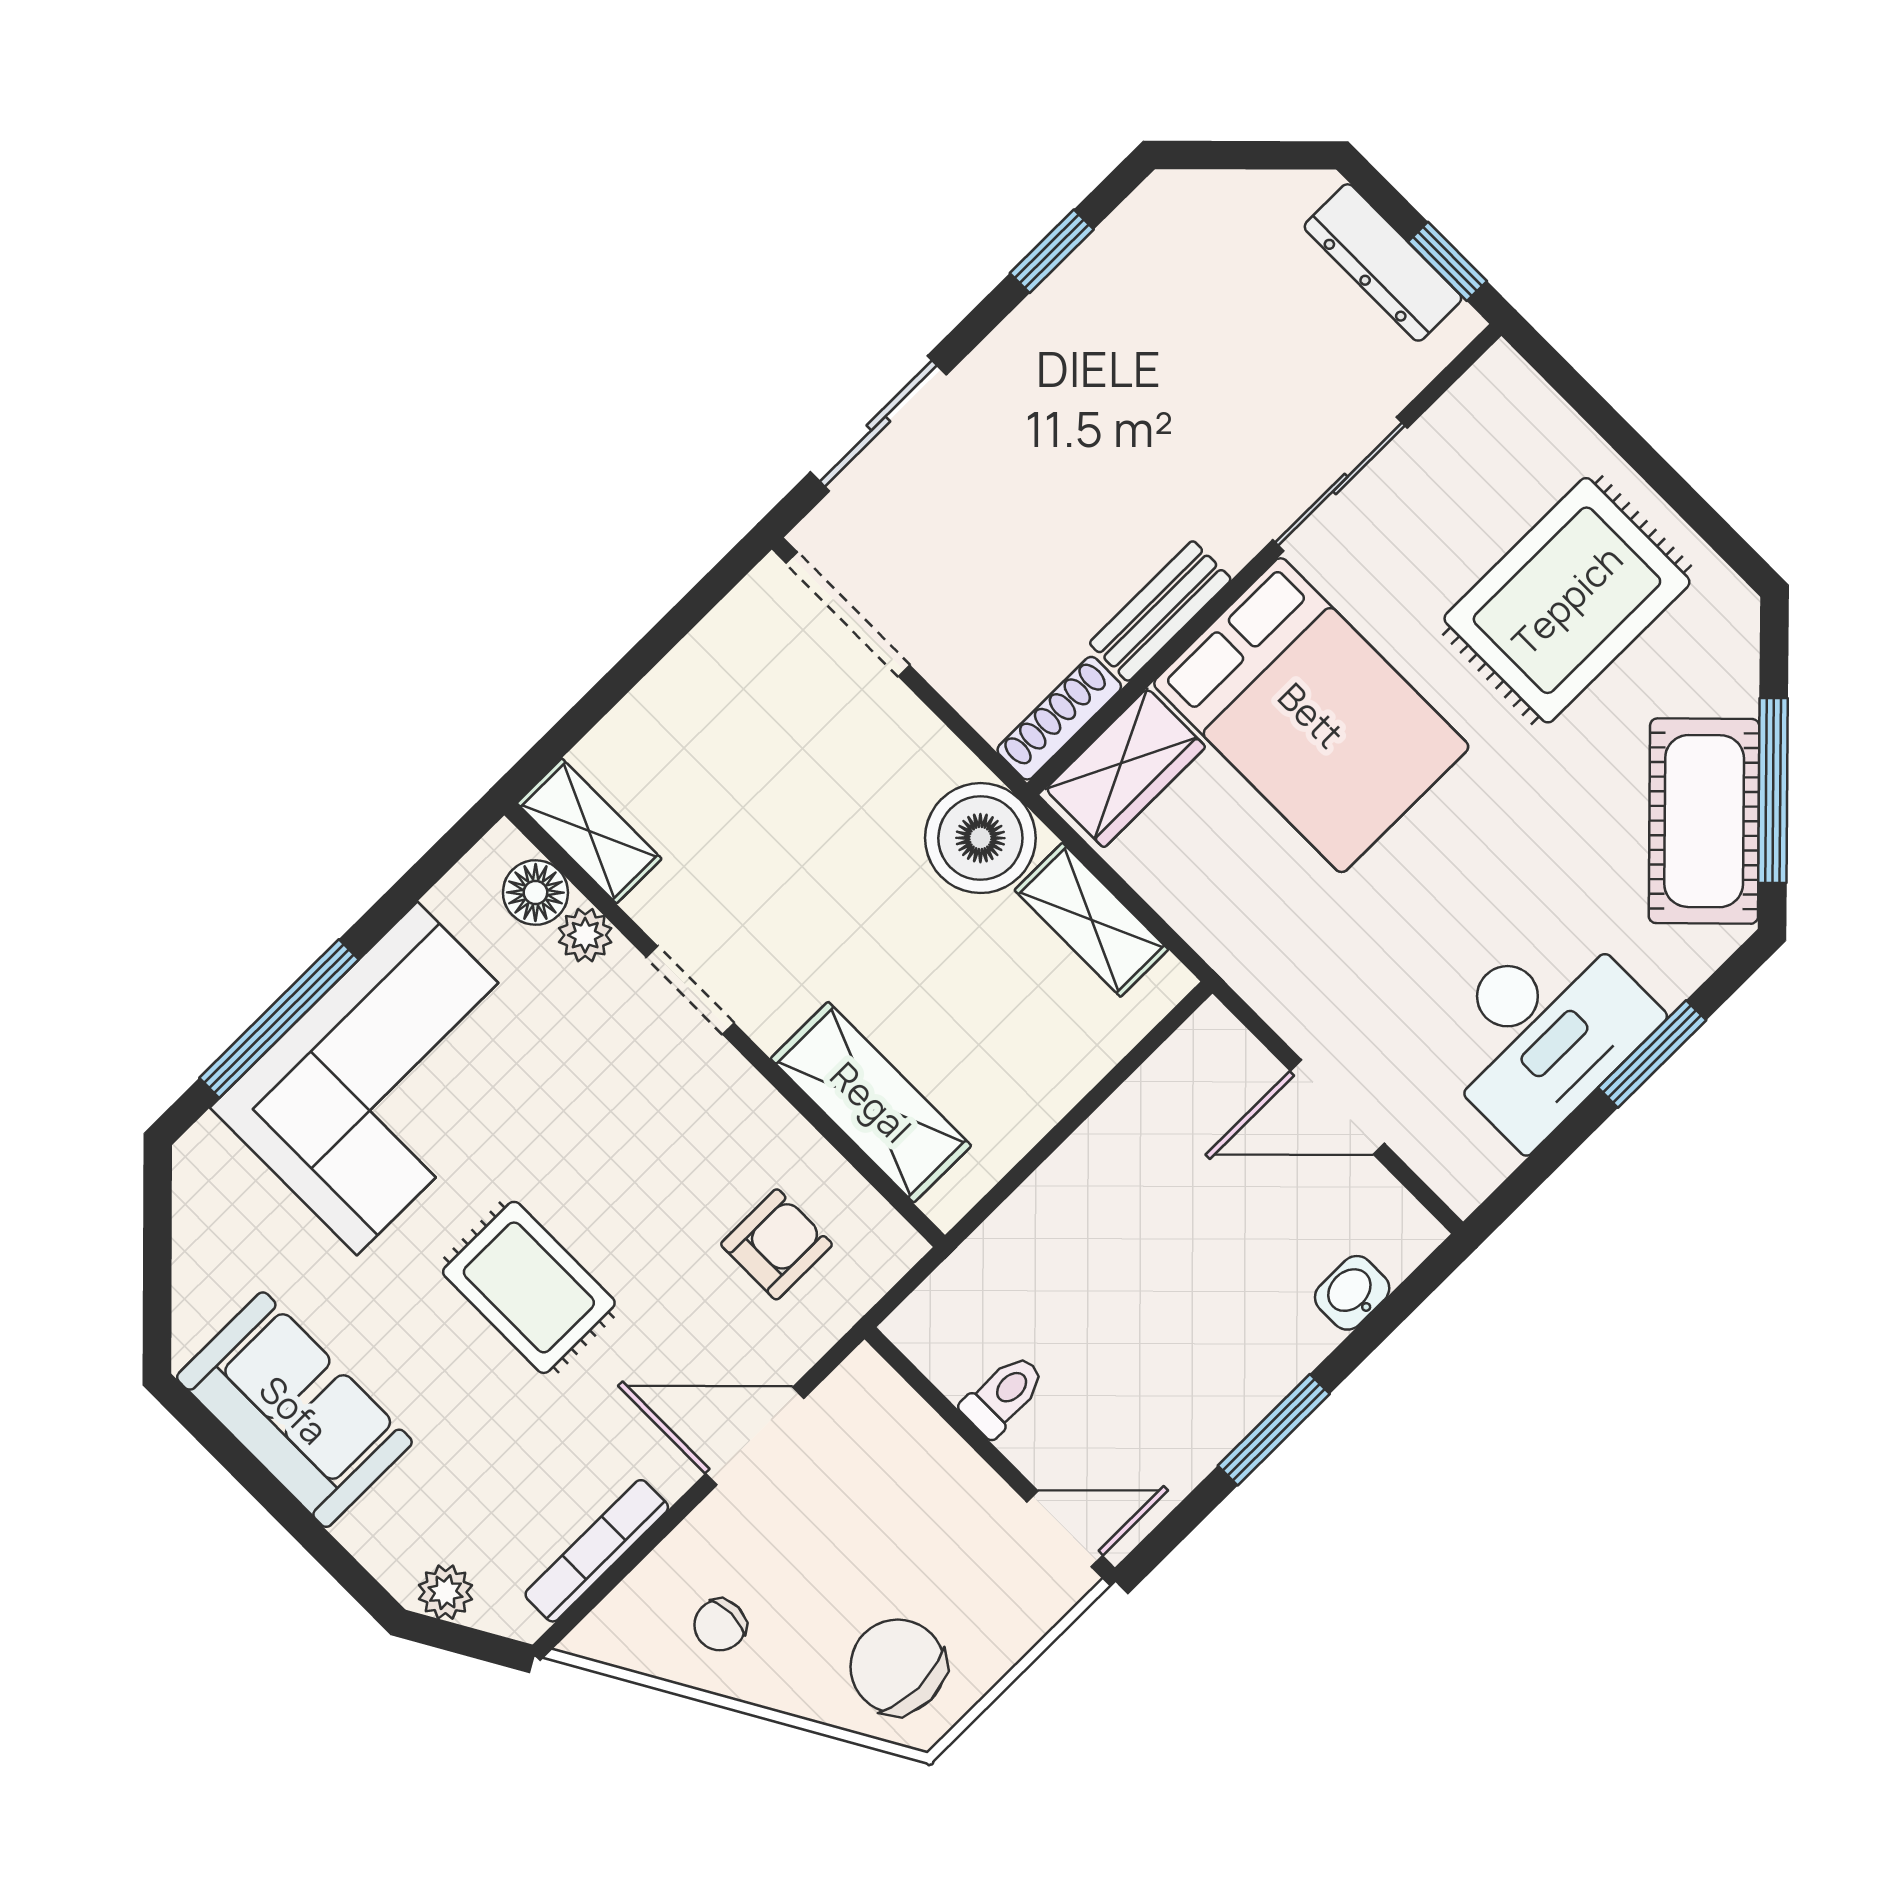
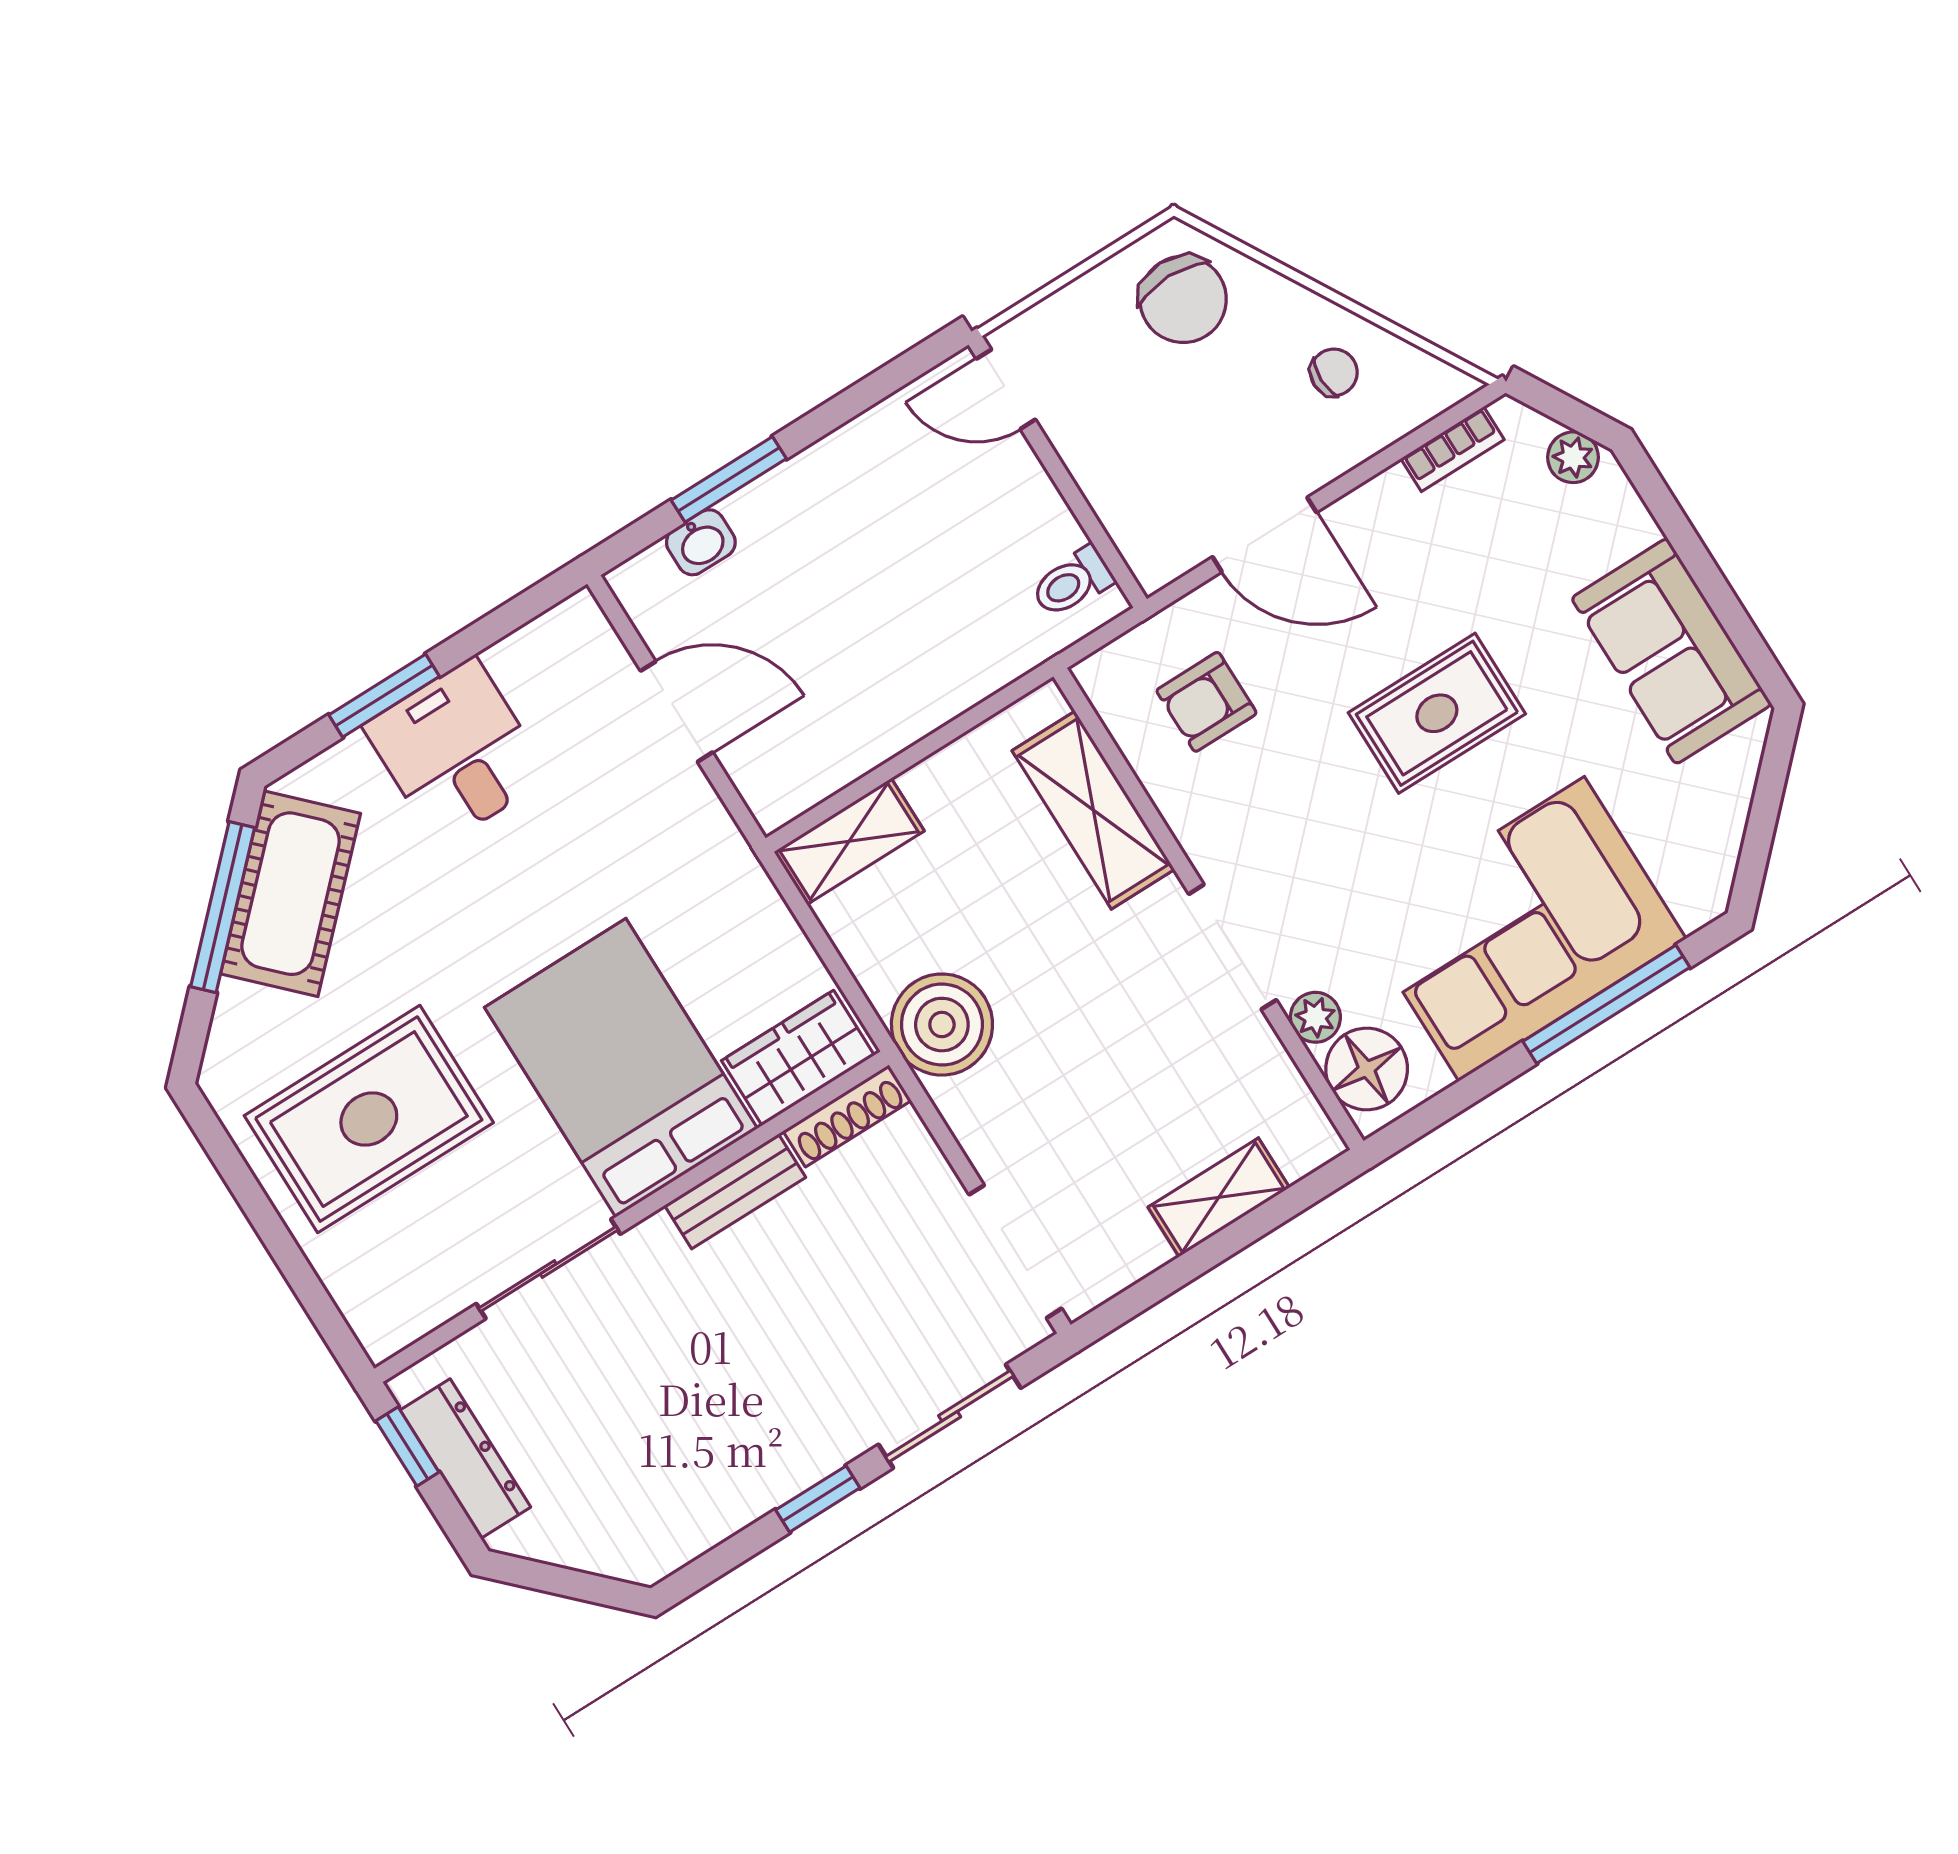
window: (1052, 251) -> (818, 1499), moved
shelving: (589, 831) -> (1219, 1197), moved, turned 90
floor lamp: (535, 892) -> (1367, 1069), width x1.38, depth x1.38
shelving: (1091, 920) -> (849, 841), moved, turned 90
doorway: (690, 990) -> (1233, 947), width x1.38
desk: (1542, 1031) -> (457, 752), width x0.73
rug: (529, 1287) -> (1437, 713), turned 90
toilet: (1003, 1395) -> (1072, 582), moved
window: (1274, 1430) -> (729, 479), moved
bookcase: (597, 1551) -> (1453, 449), width x0.64

